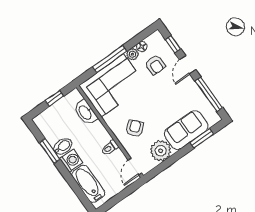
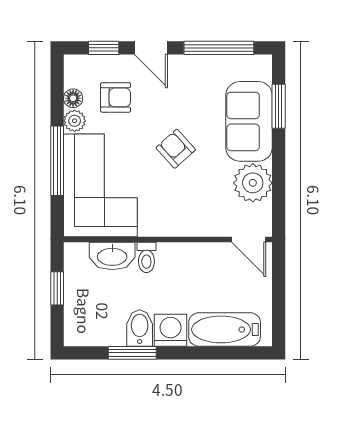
armchair: (135, 128) -> (176, 149), moved
toilet: (110, 148) -> (146, 257), moved

